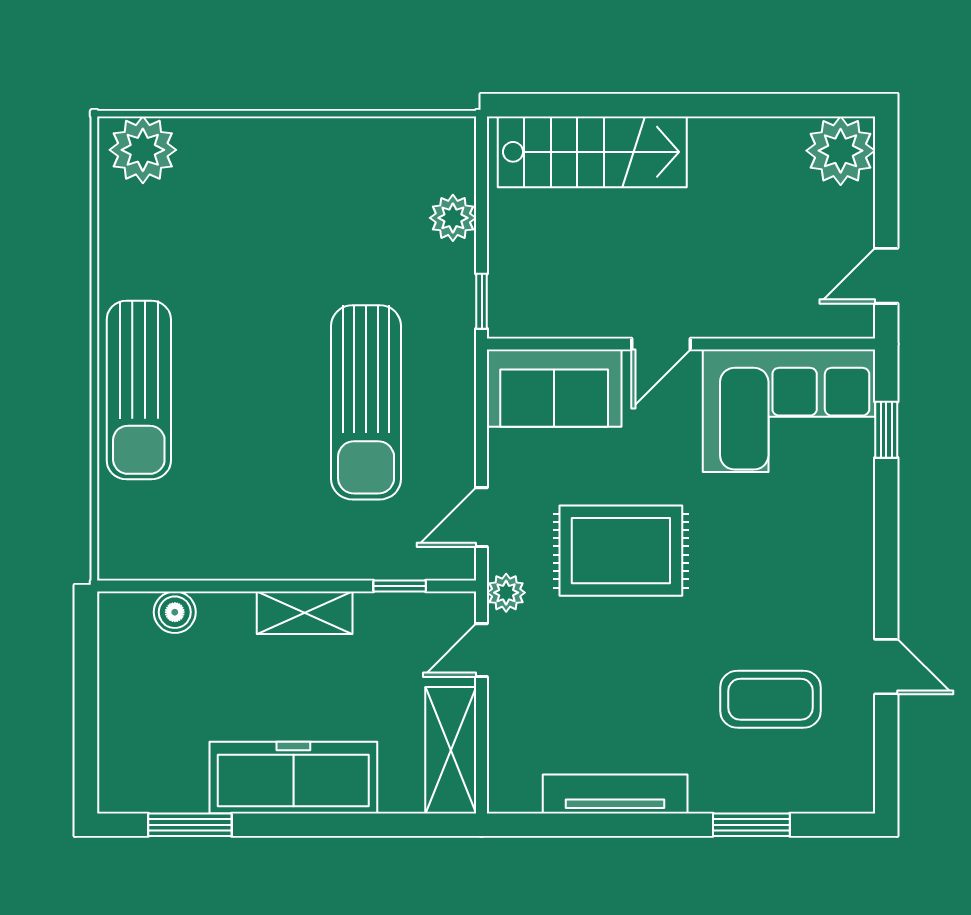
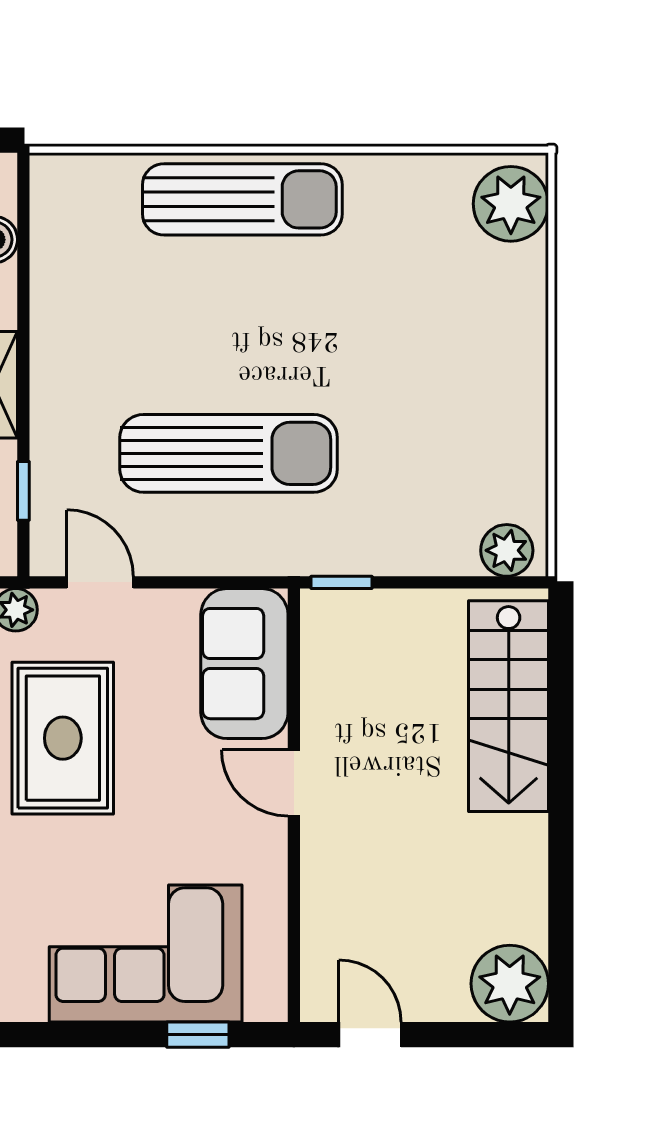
plant: (453, 218) -> (507, 550), moved
sun lounger: (139, 390) -> (242, 199), turned 180
sun lounger: (366, 402) -> (229, 453), turned 180
corner sofa: (789, 411) -> (146, 954), moved, turned 90

